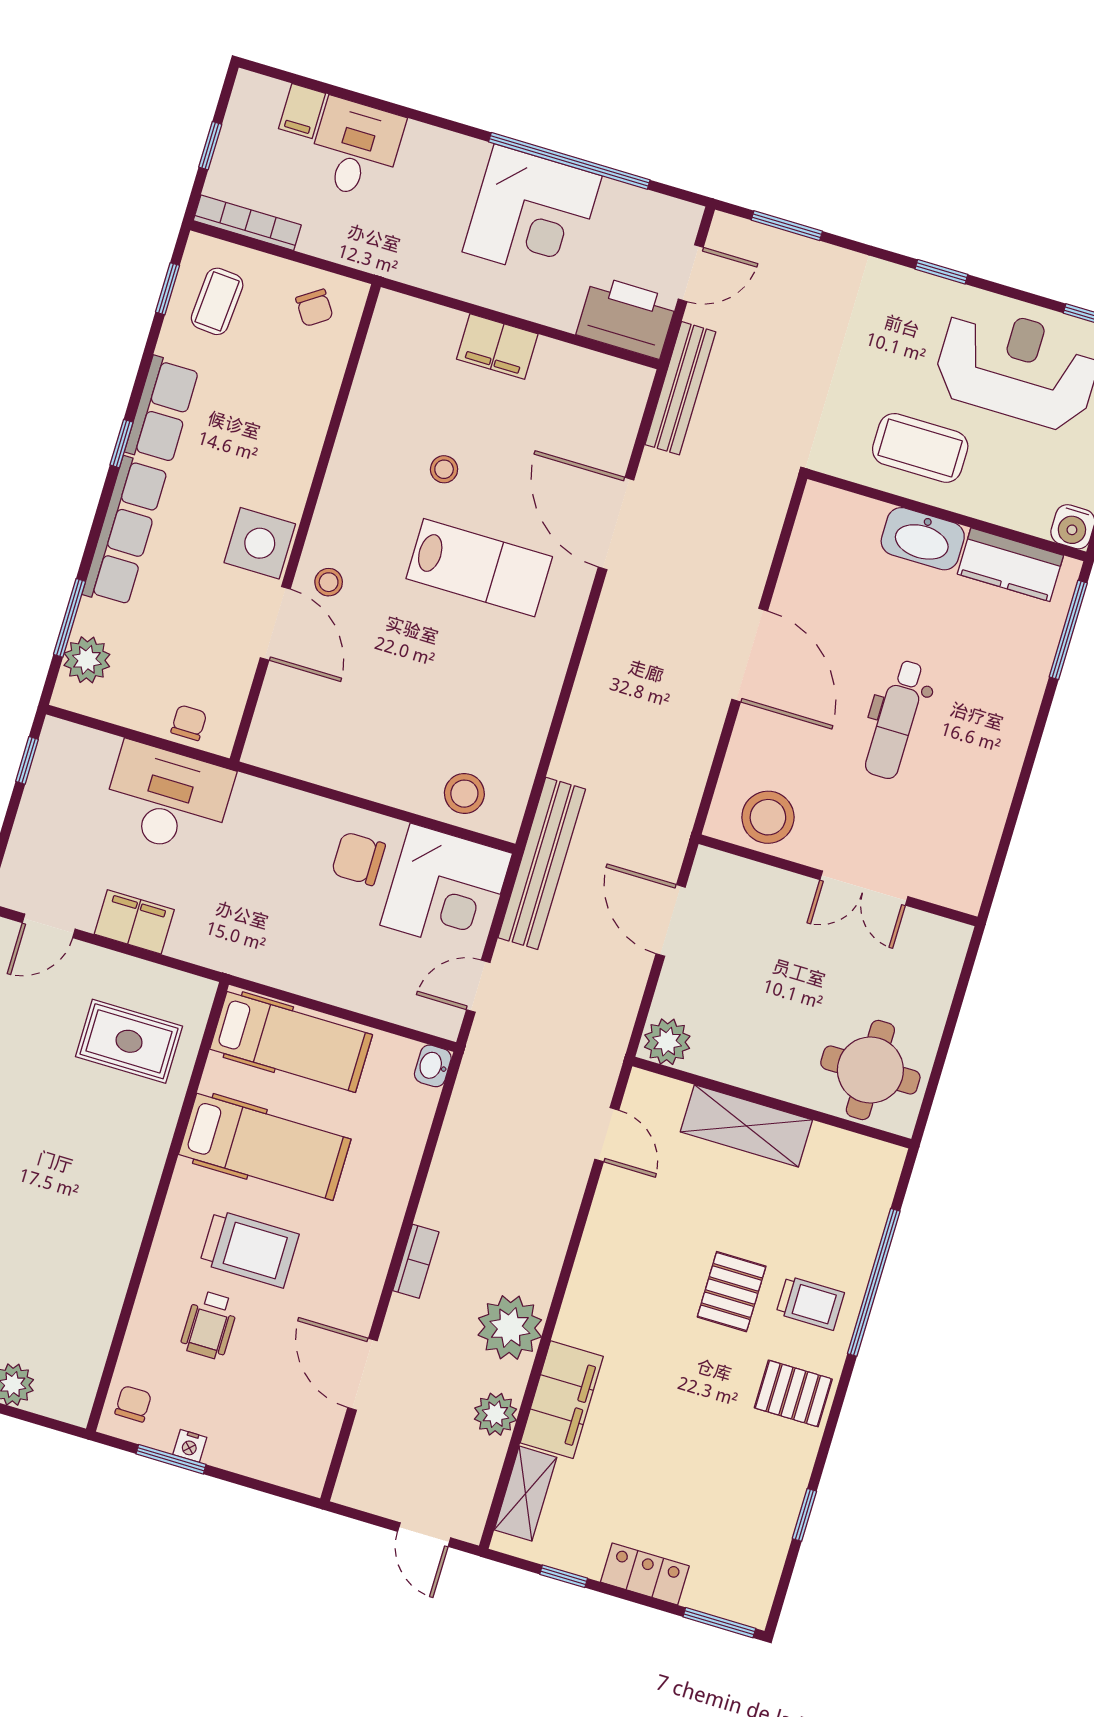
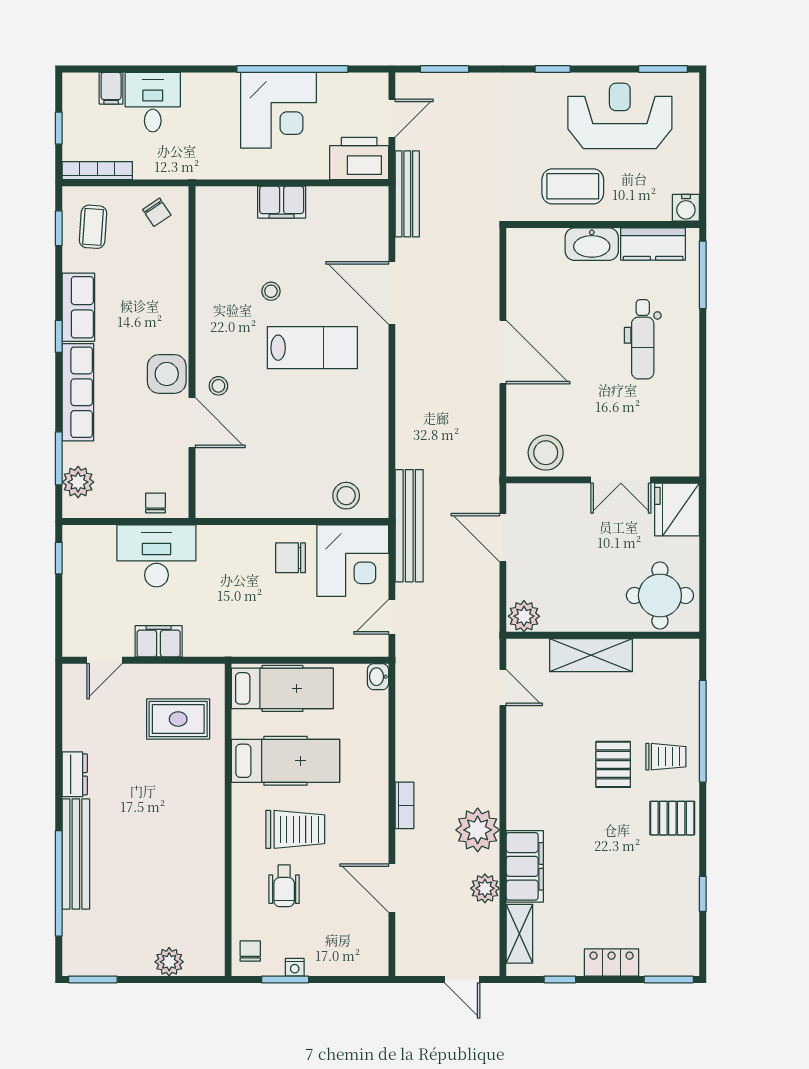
dental chair: (896, 719) -> (643, 339), moved
fridge: (932, 955) -> (677, 510), added

